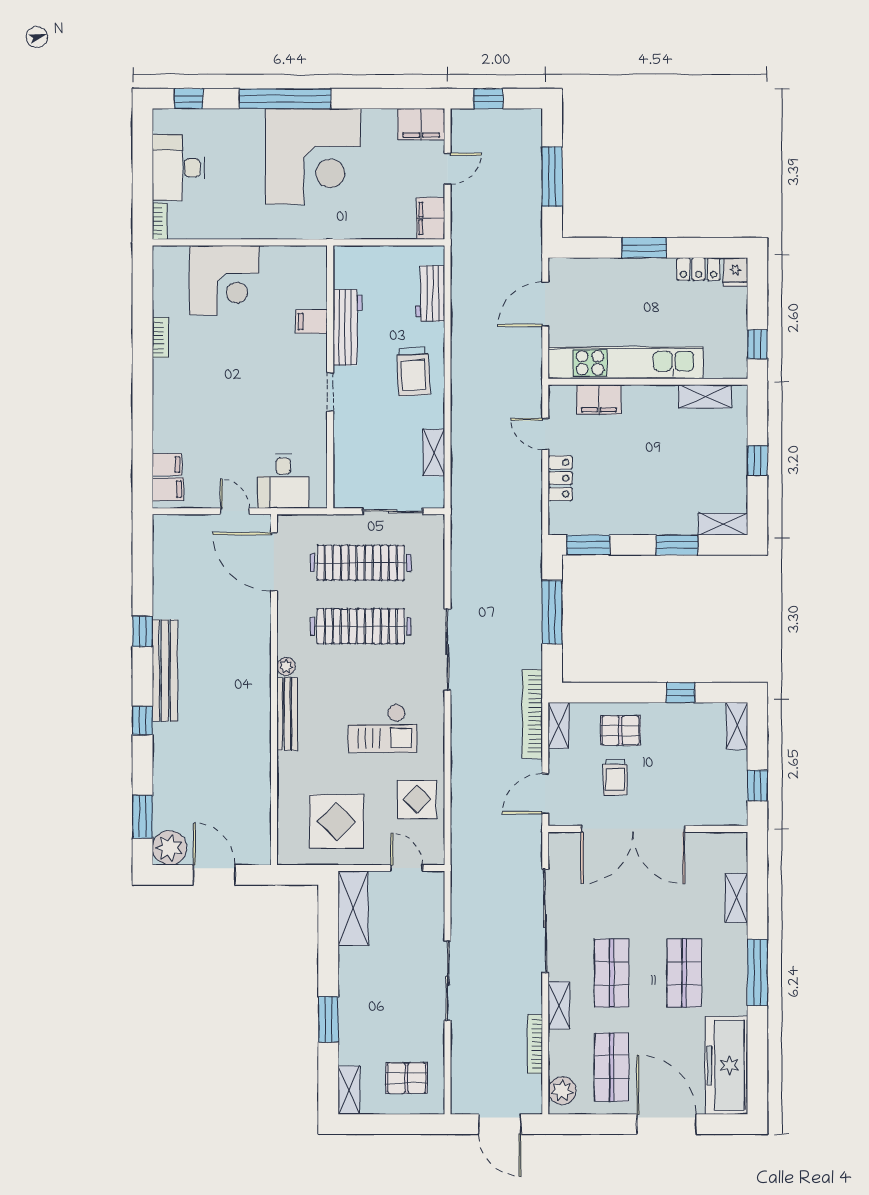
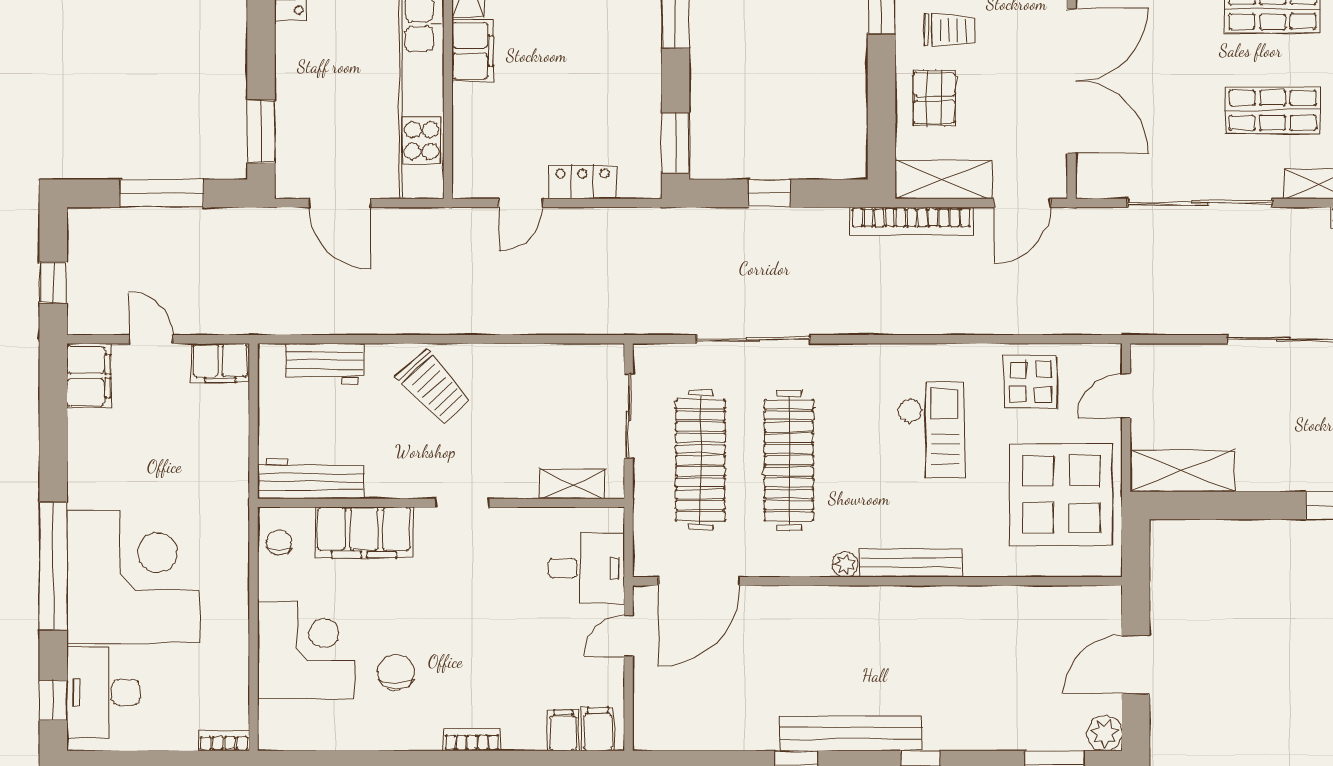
corner desk: (313, 156) -> (133, 577), moved
desk: (178, 168) -> (103, 692), moved, turned 90
window: (644, 248) -> (261, 132), moved
chair: (302, 261) -> (279, 542), added
filing cabinet: (312, 322) -> (364, 532), width x3.00, depth x1.17
workbench: (347, 327) -> (311, 479), moved
bookcase: (160, 337) -> (472, 740), moved
chair: (209, 344) -> (396, 672), added
trolley: (413, 372) -> (434, 387), turned 50
filing cabinet: (599, 399) -> (473, 50), moved
shelving: (434, 453) -> (573, 484), moved
window: (552, 612) -> (769, 193), width x0.46
sliding door: (447, 650) -> (753, 339), moved
shelving: (559, 725) -> (943, 179), width x1.50, depth x1.33
trolley: (615, 777) -> (950, 30), moved
door: (545, 794) -> (1022, 203), hinge flipped
display table: (336, 821) -> (1061, 494), width x1.36, depth x1.36
plant: (170, 848) -> (1104, 733), width x0.73, depth x0.73

